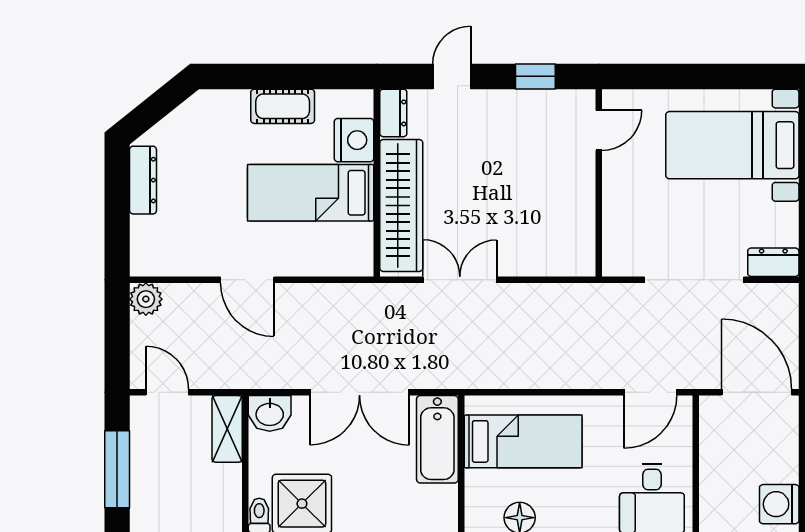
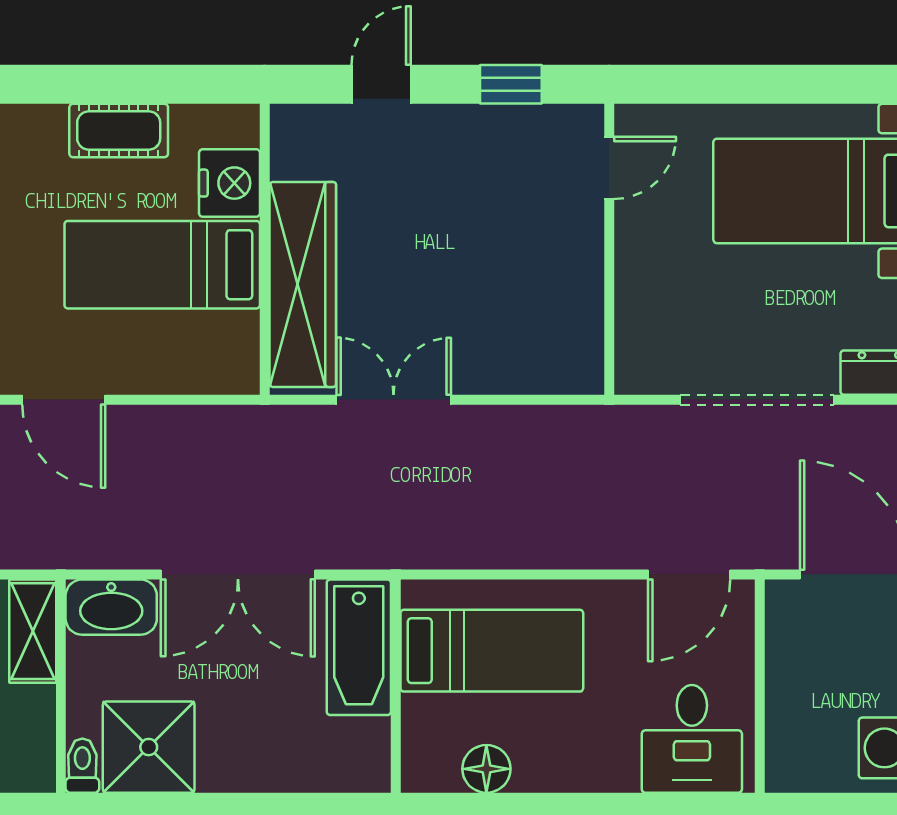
dresser: (393, 113) -> (290, 141), removed
washbasin: (270, 413) -> (111, 607), width x1.38

